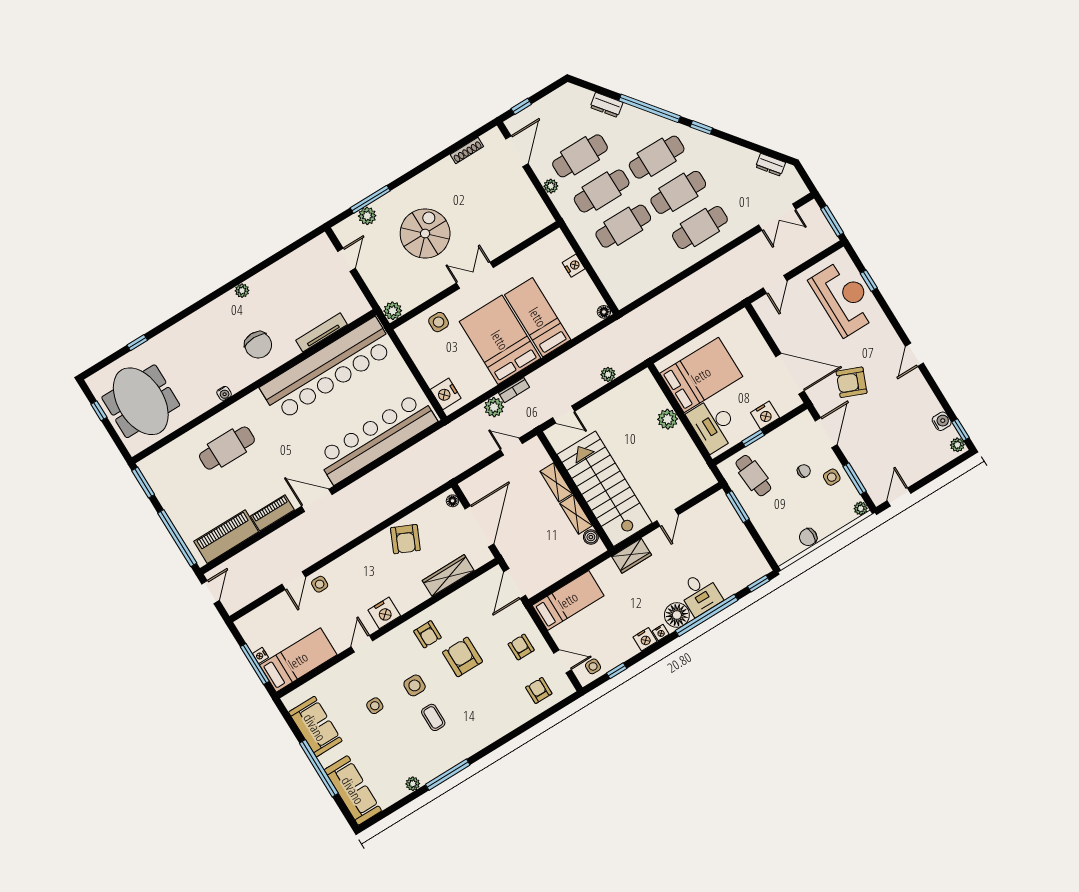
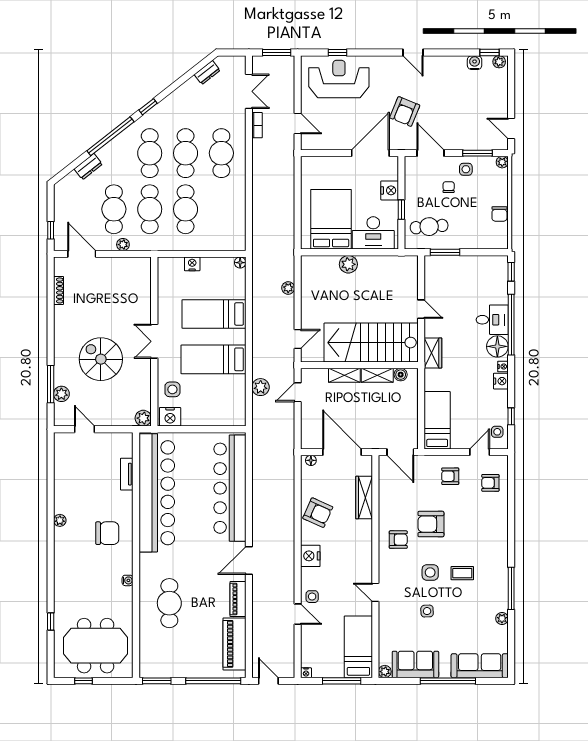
tv unit: (321, 332) -> (127, 474), width x0.71
bed: (500, 340) -> (213, 359), width x0.67
bookcase: (514, 390) -> (257, 125), moved
nightstand: (446, 394) -> (170, 417), moved
nightstand: (384, 613) -> (310, 556), moved, turned 180
nightstand: (260, 656) -> (306, 673), moved
plant: (290, 701) -> (385, 672), added

